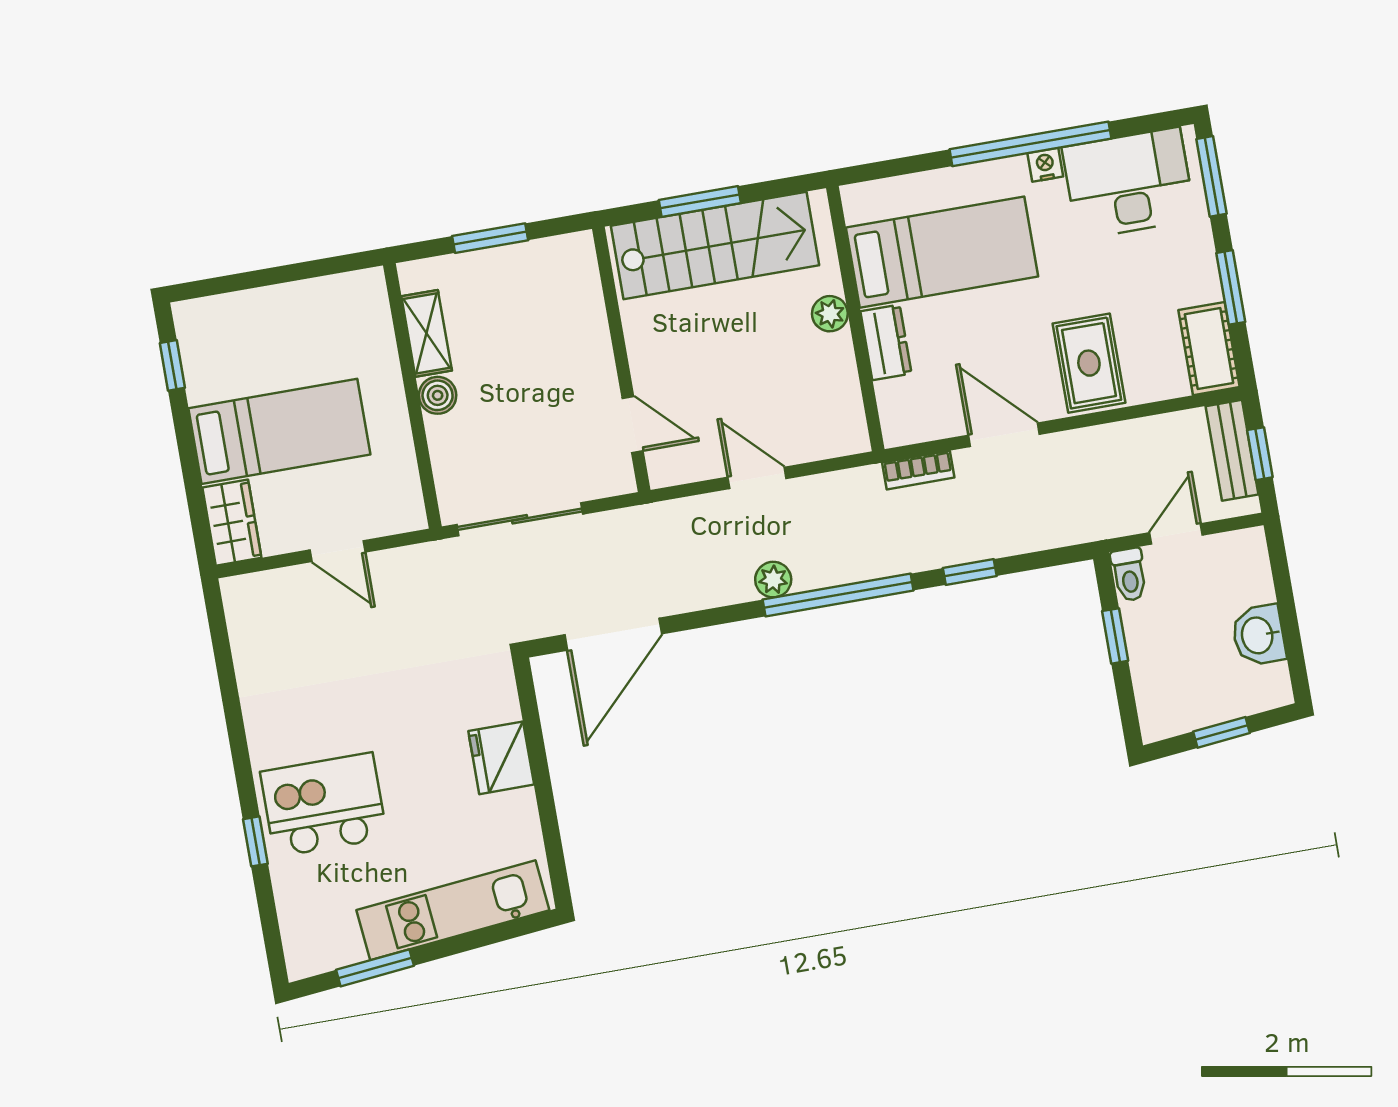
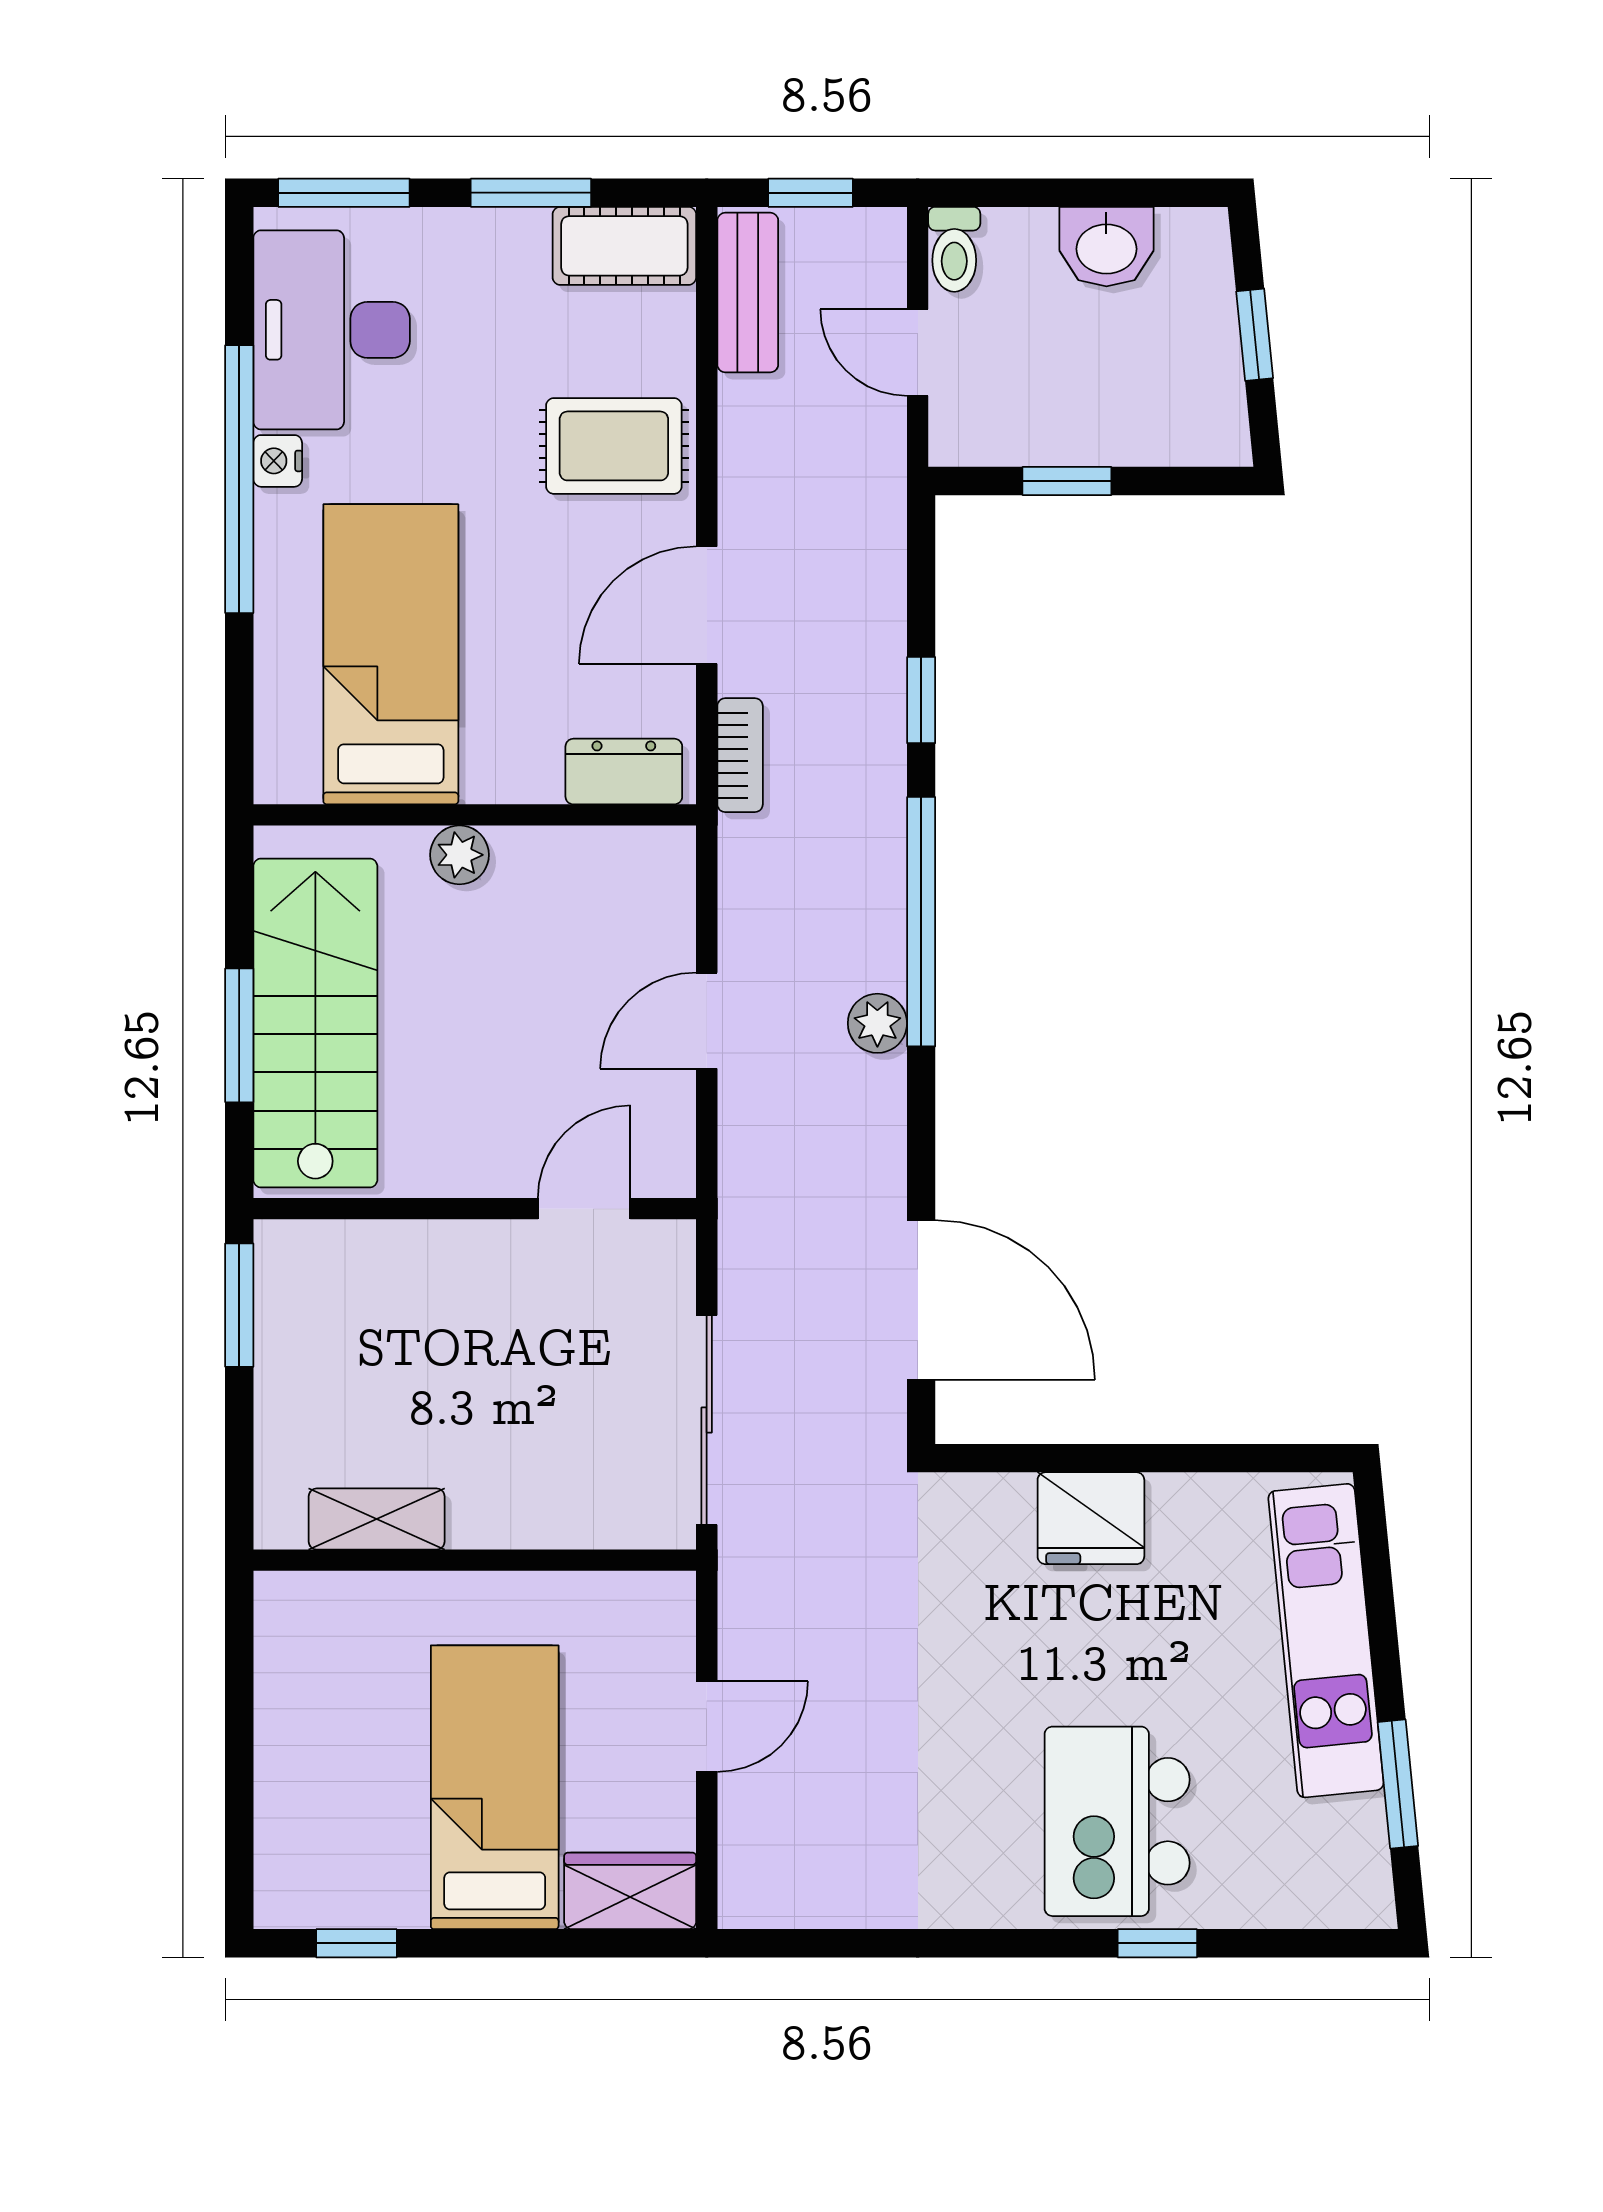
window: (490, 238) -> (239, 1305), moved
dresser: (886, 342) -> (624, 772), moved
boiler: (438, 395) -> (481, 1519), removed
bench: (1232, 450) -> (748, 293), moved, turned 90
toilet: (1129, 575) -> (954, 249), moved, turned 90

